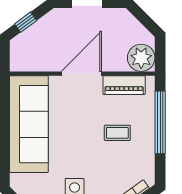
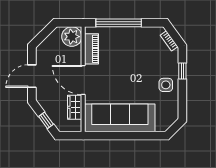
wardrobe: (44, 62) -> (75, 107), added
coffee table: (117, 133) -> (126, 54), removed

